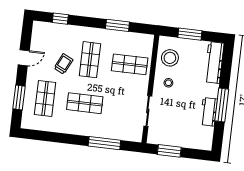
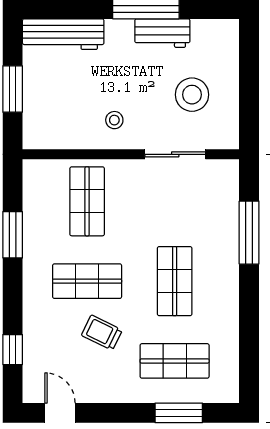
door: (24, 58) -> (60, 413), moved
stool: (170, 58) -> (192, 95), moved
window: (169, 151) -> (249, 102), removed

